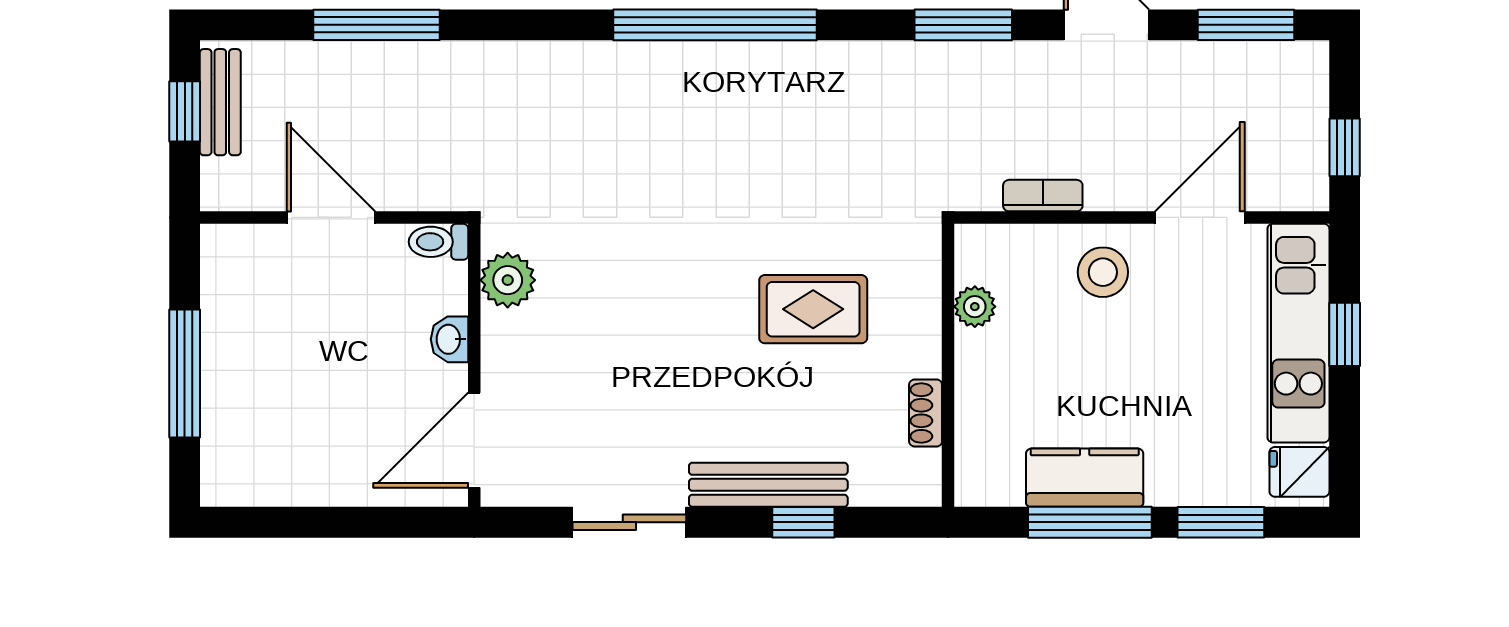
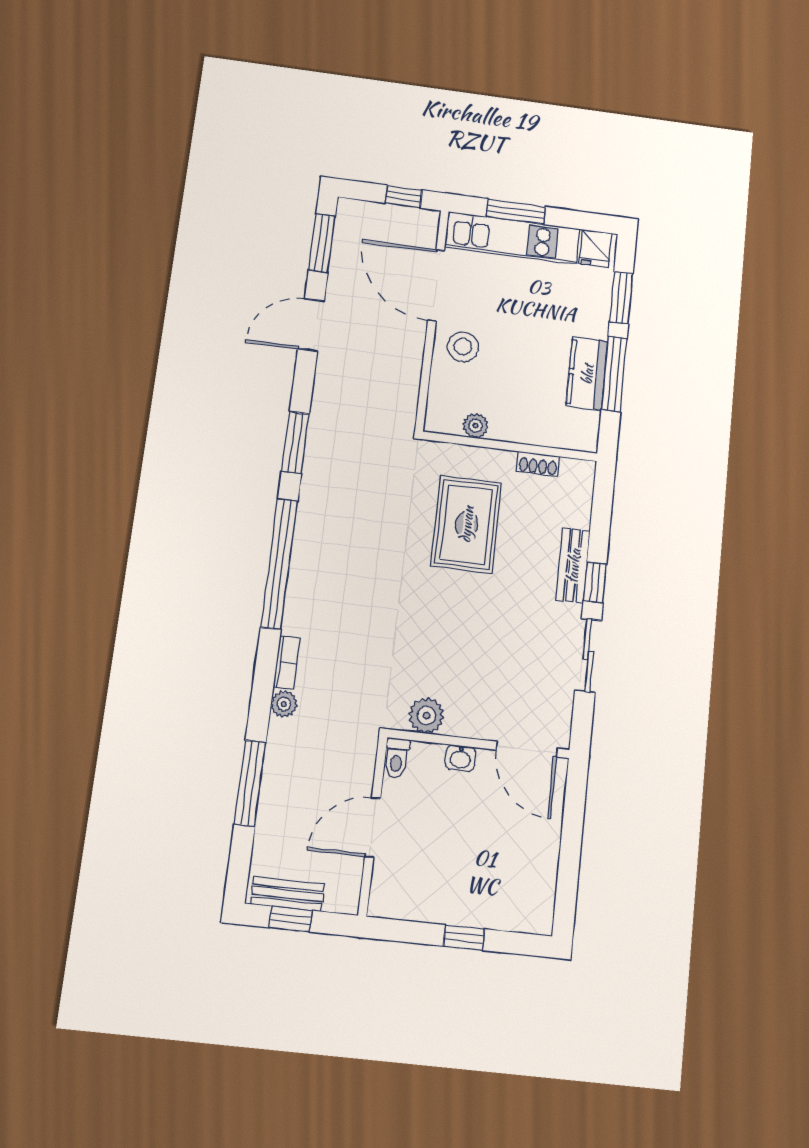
window: (963, 25) -> (295, 442), moved
plant: (500, 60) -> (284, 704), added
bookcase: (1043, 196) -> (287, 663), moved, turned 180
door: (1200, 217) -> (436, 285), width x1.36
rug: (813, 309) -> (466, 524), width x1.36, depth x1.43
window: (1345, 334) -> (516, 212), width x1.50
window: (185, 373) -> (464, 938), width x0.46
bench: (768, 485) -> (573, 566), width x0.73
window: (803, 522) -> (595, 582), moved

